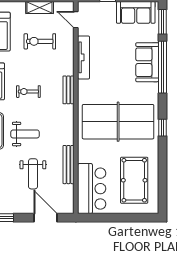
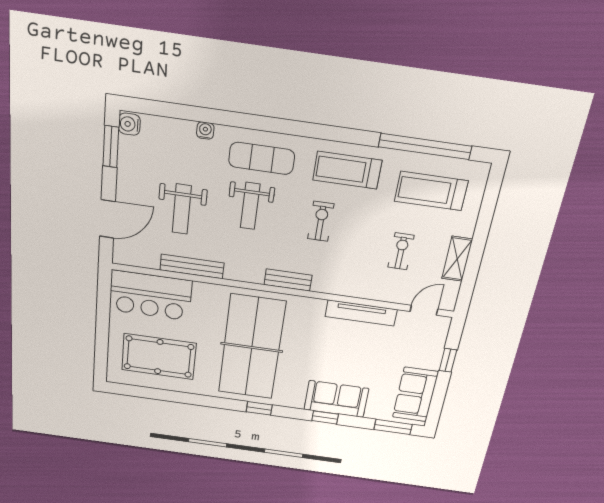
exercise bike: (40, 41) -> (401, 251), width x0.73, depth x0.72
window: (162, 67) -> (325, 417), width x0.32
bench: (68, 90) -> (288, 280), moved
window: (162, 128) -> (259, 408), moved
weight bench: (33, 174) -> (182, 209), turned -90

